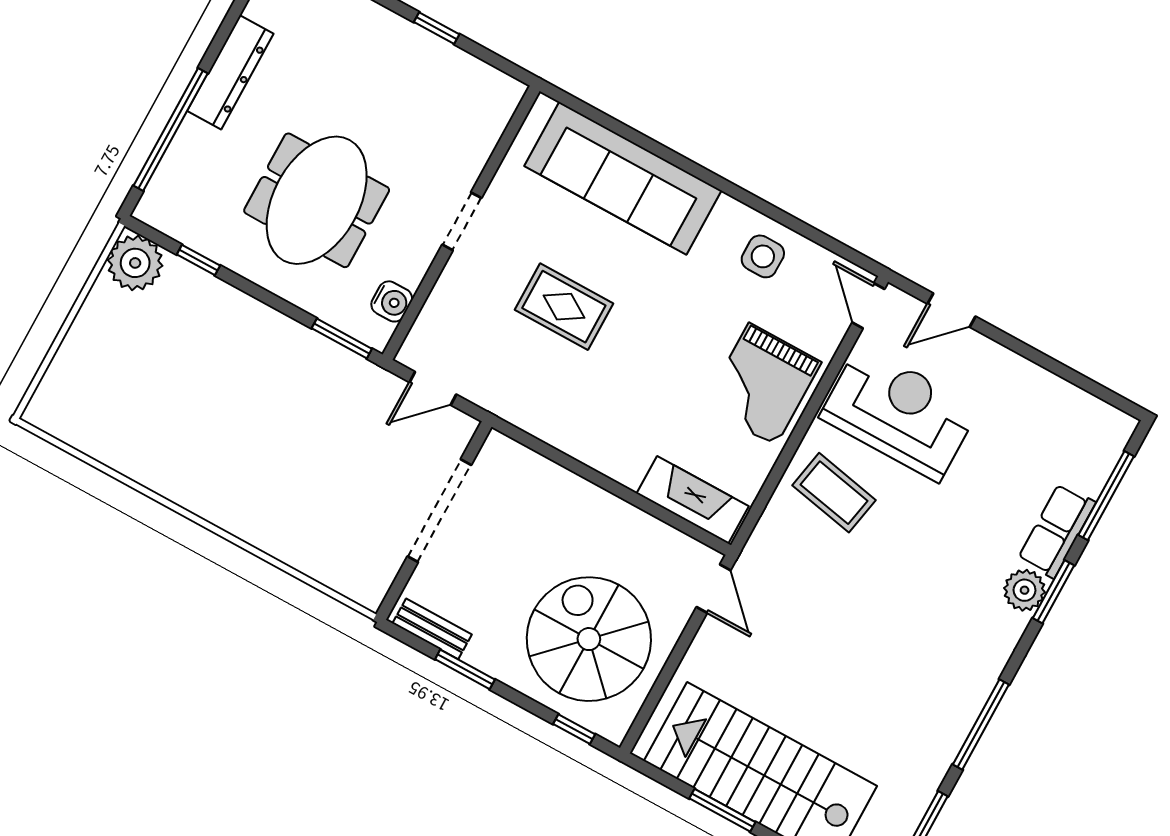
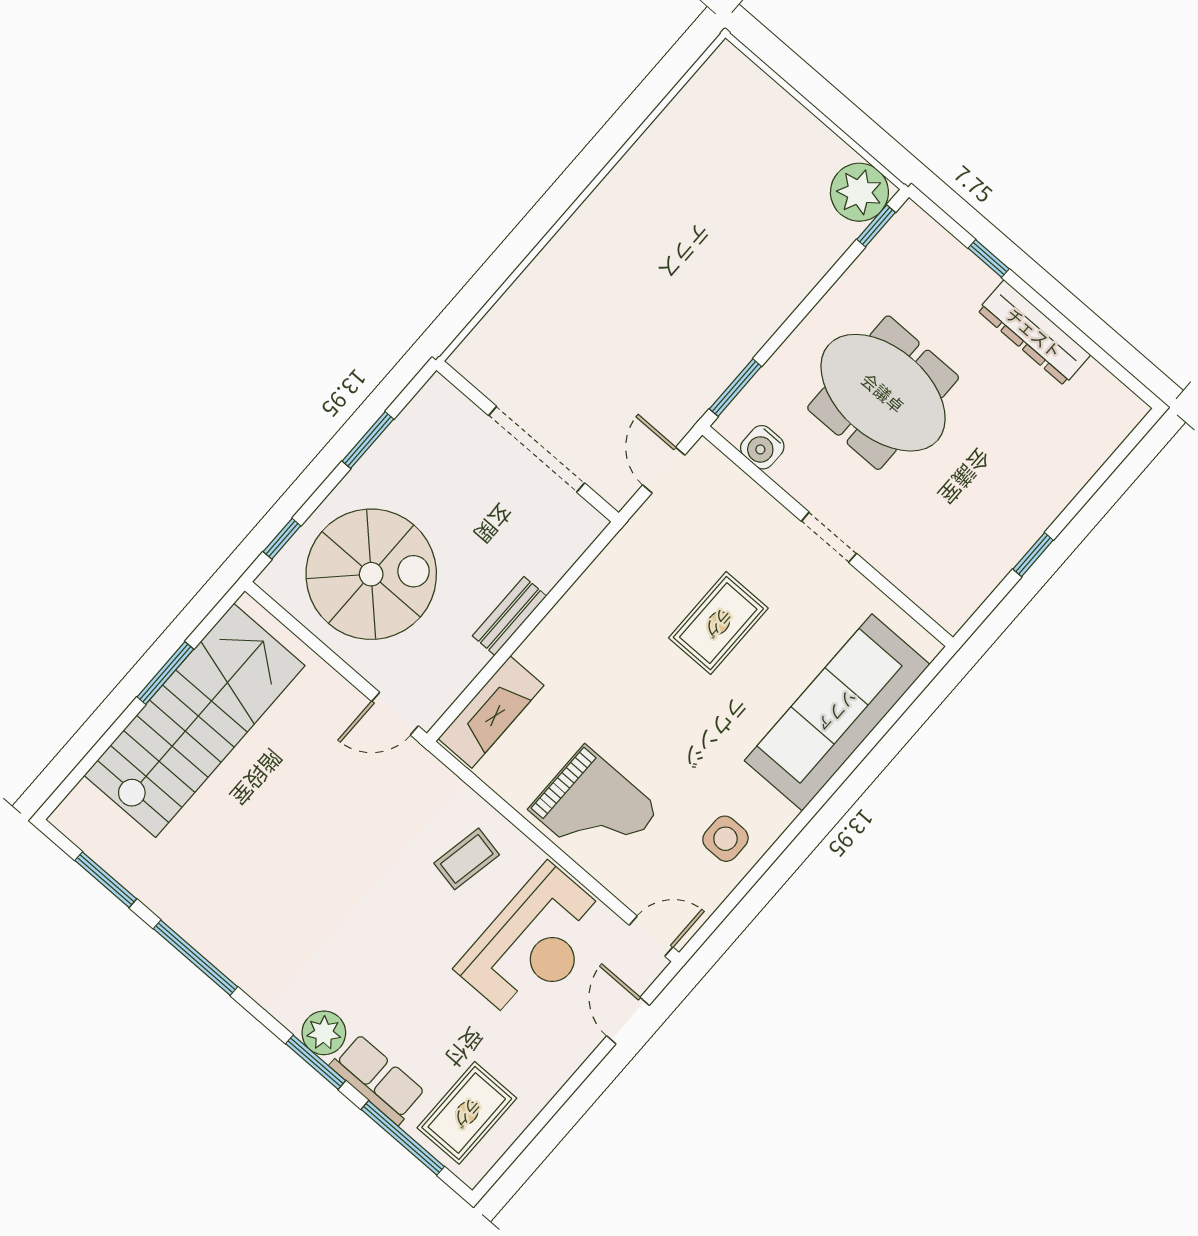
window: (171, 129) -> (989, 259), width x0.32
window: (198, 260) -> (876, 226), moved
grand piano: (762, 384) -> (594, 809), turned 180
rug: (1070, 441) -> (467, 1113), added
coffee table: (834, 493) -> (467, 859), width x0.73, depth x0.77
bench: (432, 629) -> (509, 616), moved

